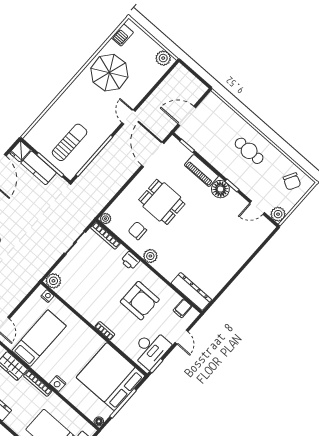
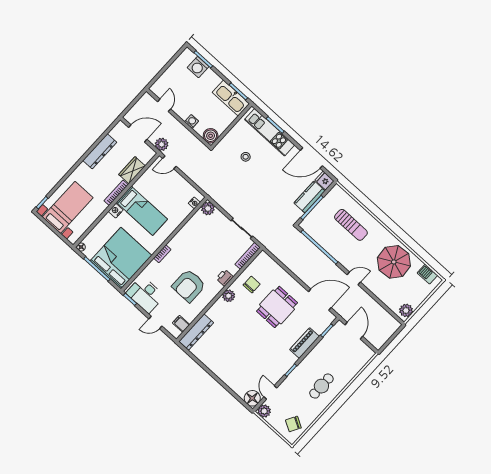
sun lounger: (70, 142) -> (351, 225), moved
floor lamp: (220, 189) -> (252, 398), moved
plant: (106, 219) -> (263, 256), removed
bed: (39, 338) -> (142, 211), moved

